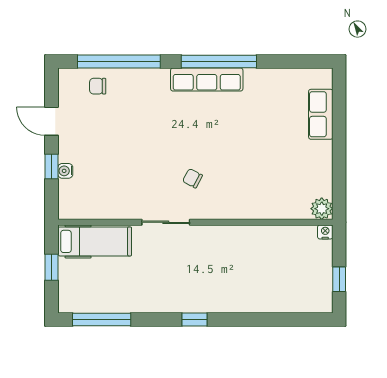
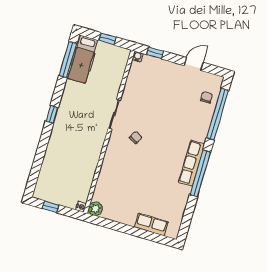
window: (51, 167) -> (155, 53), moved
water cooler: (65, 171) -> (138, 56), moved
hospital bed: (95, 241) -> (83, 59), moved

